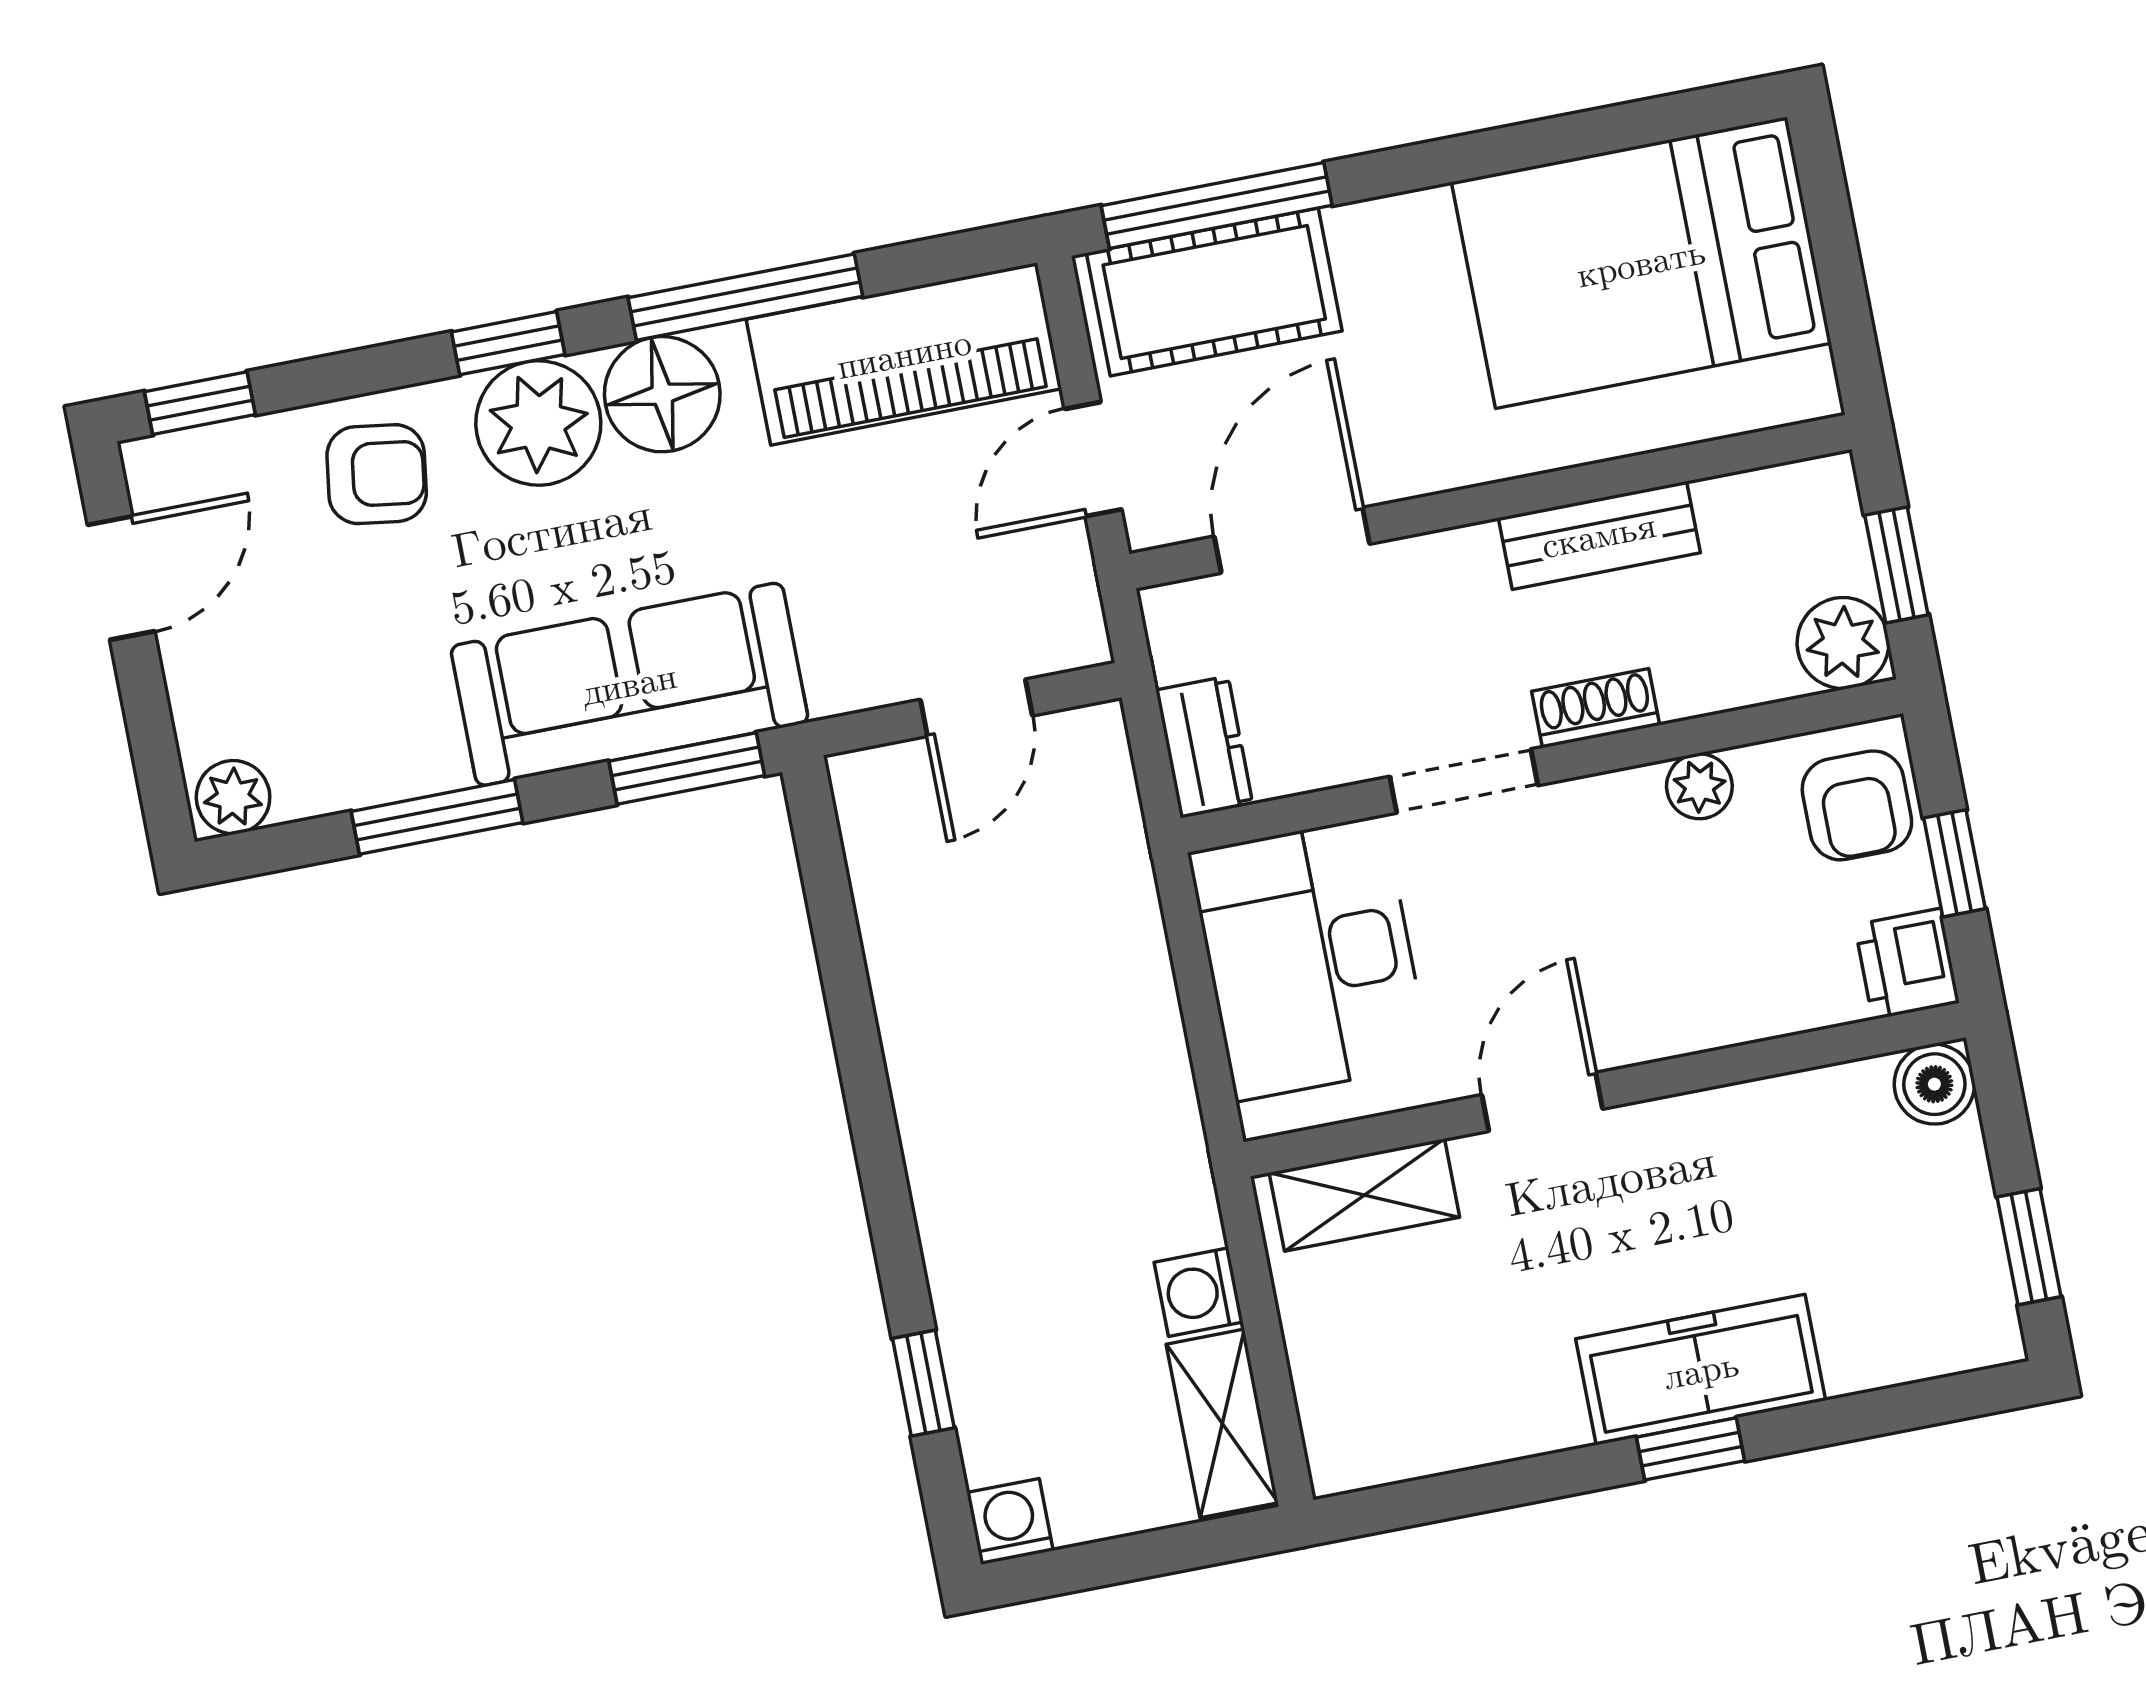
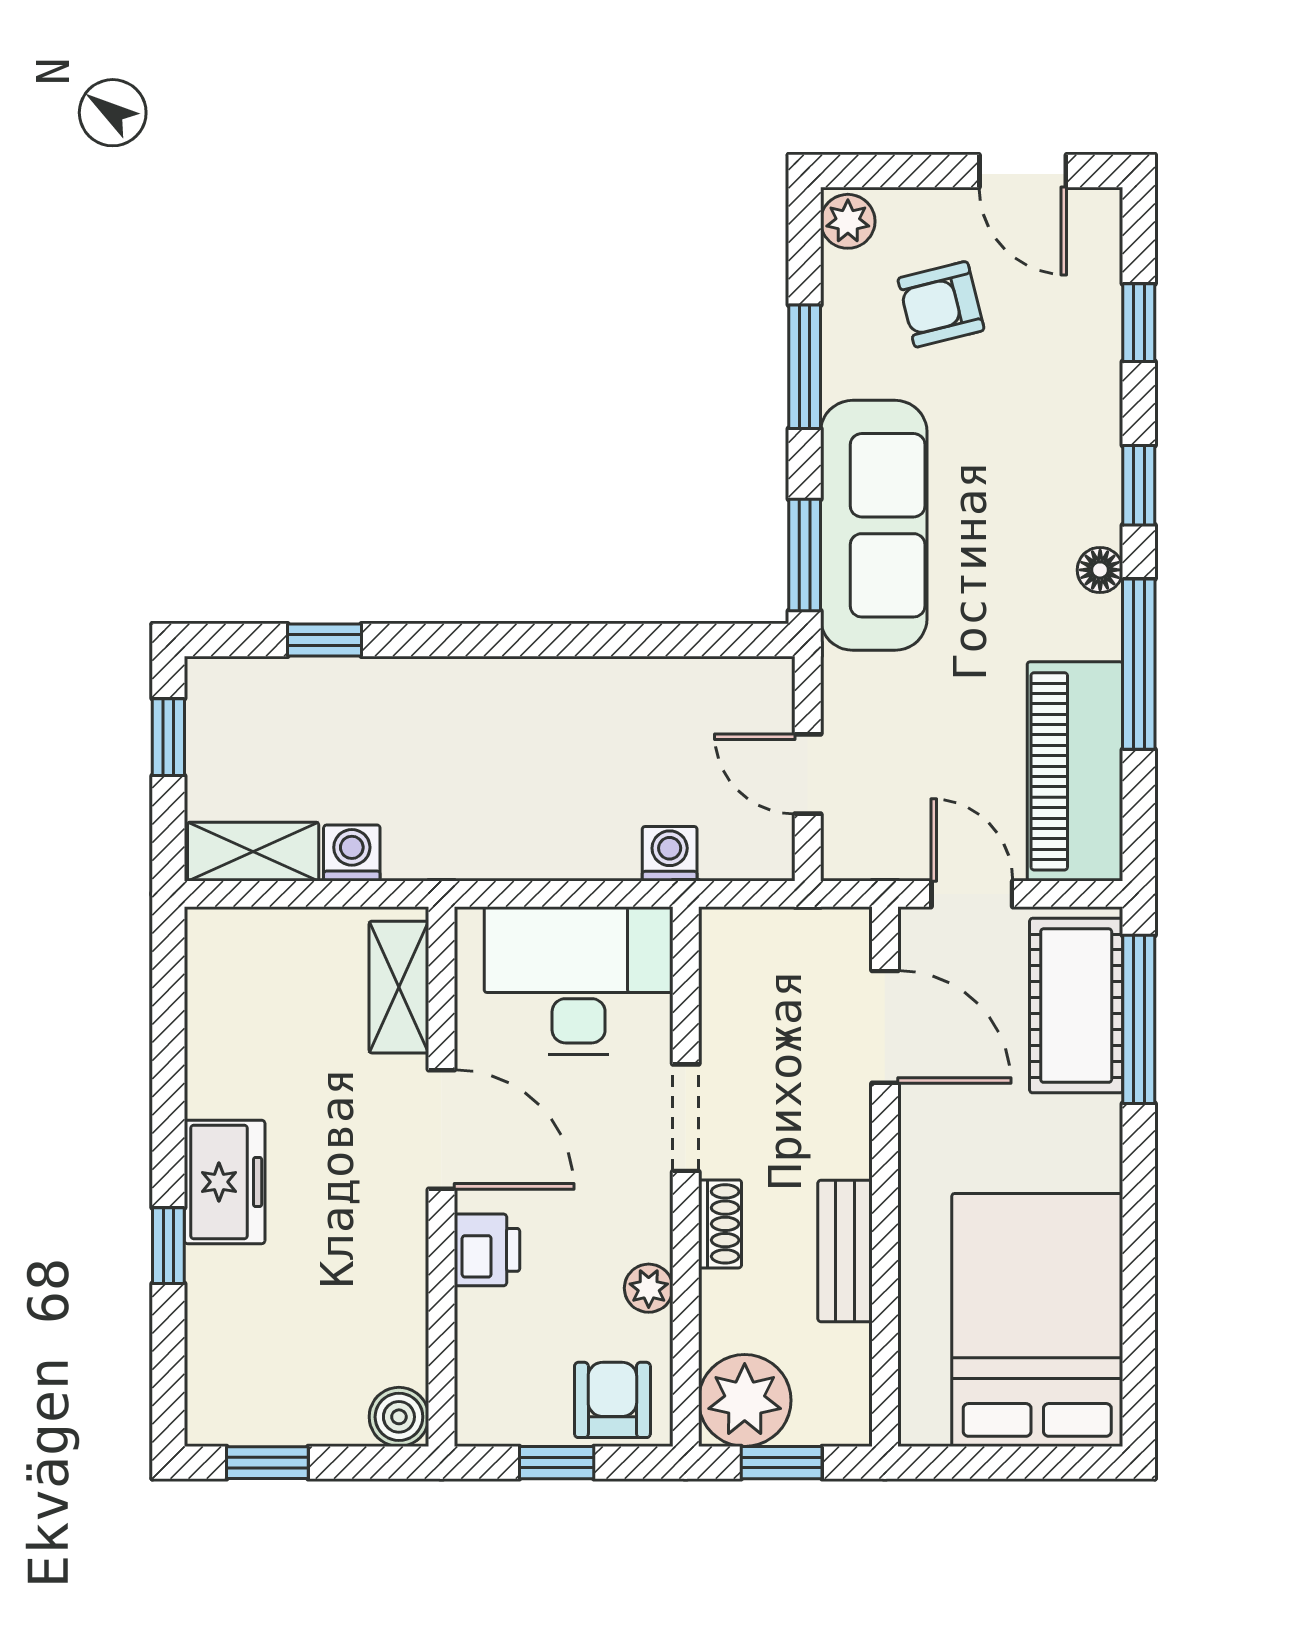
floor lamp: (662, 394) -> (1100, 570), width x0.53, depth x0.53
window: (200, 403) -> (1139, 323), moved
plant: (538, 423) -> (1076, 496), removed
armchair: (377, 474) -> (941, 304), moved, turned 68
plant: (1843, 643) -> (745, 1400), width x1.36, depth x1.36
dresser: (1204, 747) -> (747, 934), removed
armchair: (1857, 805) -> (612, 1400), turned 90
printer: (1907, 964) -> (487, 1250), moved, turned 90
door: (1542, 1102) -> (442, 1129), width x1.38
freezer: (1701, 1370) -> (225, 1182), width x0.71
window: (1690, 1449) -> (168, 1246), moved
washing machine: (1010, 1522) -> (670, 854), moved, turned -90
window: (1092, 1565) -> (168, 737), added

